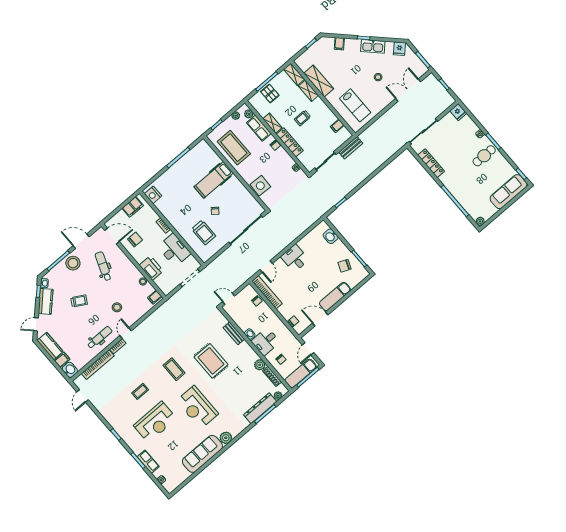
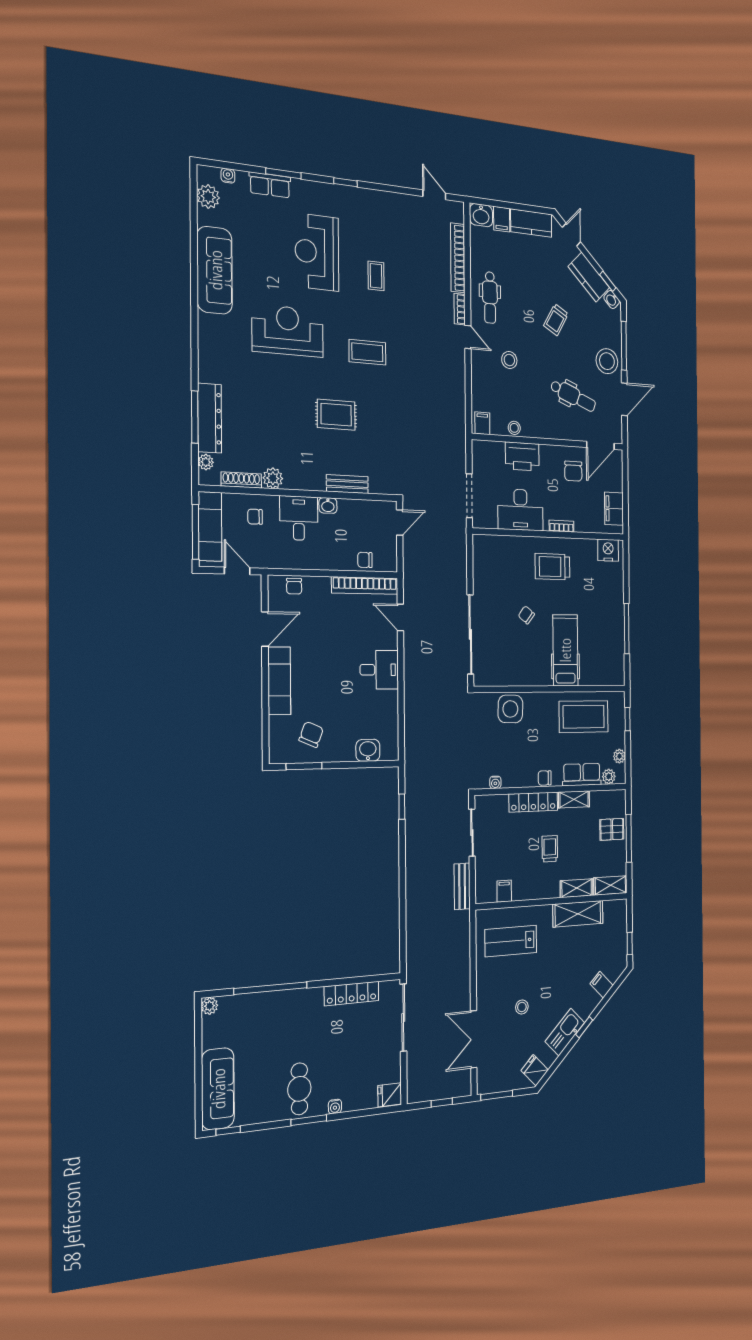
double door: (408, 90) -> (474, 1039), swing flipped
trolley: (204, 232) -> (552, 567), moved
rug: (211, 361) -> (336, 415), width x0.73, depth x0.70
plant: (226, 438) -> (208, 197), moved

